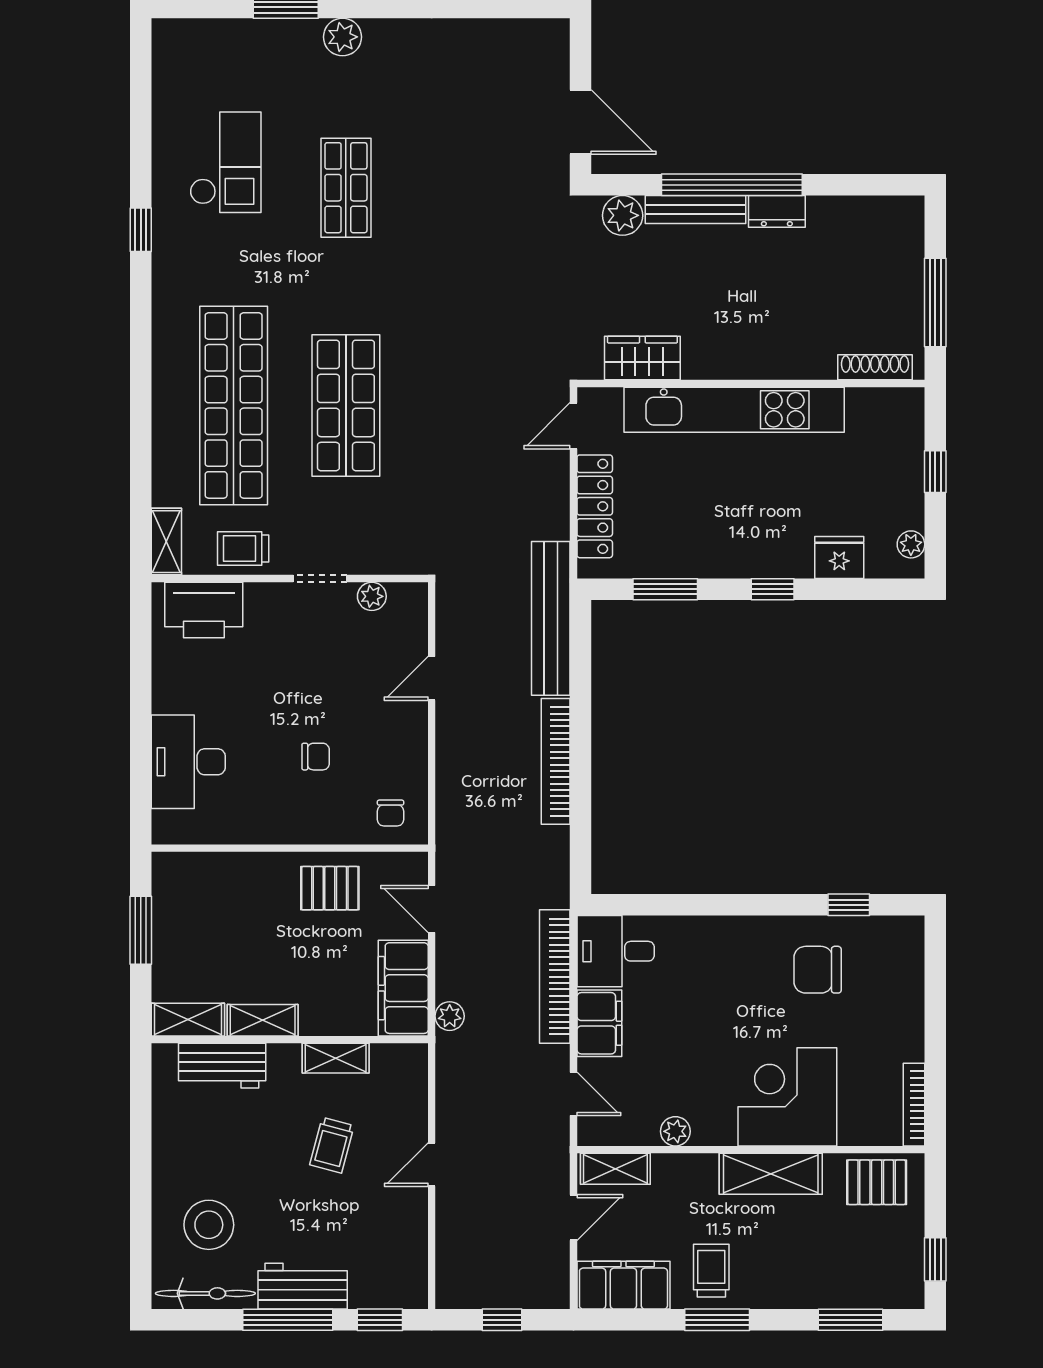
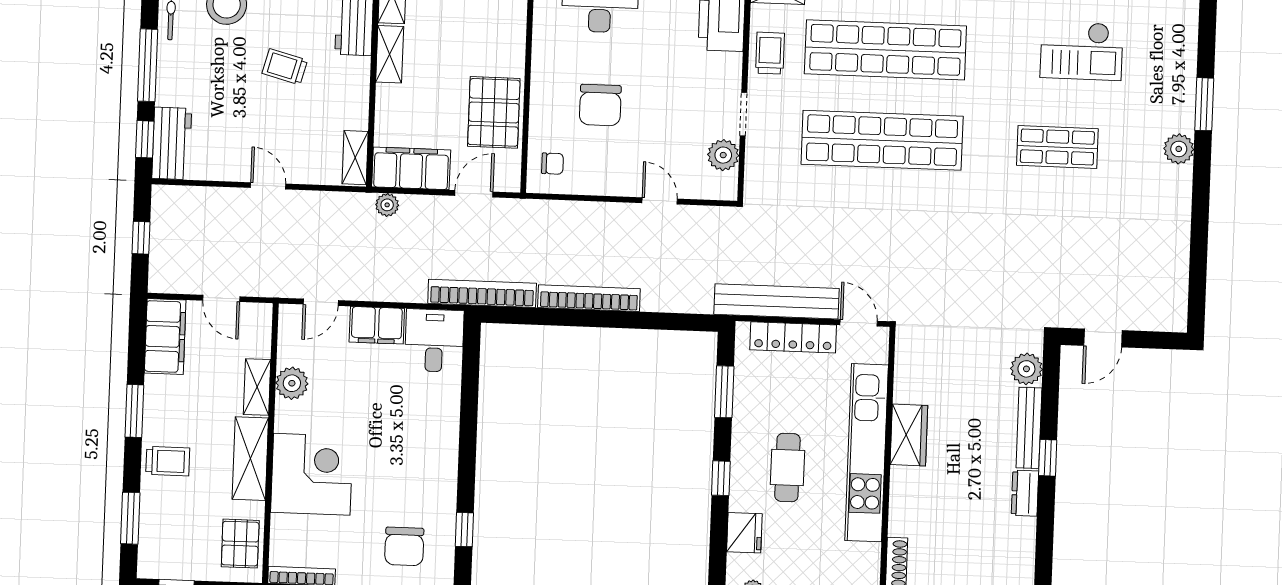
door: (581, 122) -> (1103, 338), width x0.73
window: (732, 185) -> (1048, 458), width x0.32
wardrobe: (642, 358) -> (909, 435), moved
shop shelf: (346, 405) -> (882, 140), width x1.40
cafe table: (756, 507) -> (787, 468), added
plant: (372, 596) -> (723, 155), width x1.38, depth x1.38
bench: (551, 618) -> (776, 301), moved
chair: (316, 757) -> (600, 105), width x1.87, depth x1.87
chair: (390, 813) -> (552, 164), turned 180
pallet: (330, 888) -> (494, 112), width x1.50, depth x1.42
chair: (818, 970) -> (404, 546), moved, turned 180
bookcase: (555, 977) -> (482, 293), moved
shelving: (336, 1058) -> (355, 158), moved
plant: (675, 1131) -> (292, 383), width x1.38, depth x1.38
trolley: (332, 1145) -> (285, 67), moved
shelving: (615, 1169) -> (257, 387), moved
trolley: (711, 1271) -> (168, 461), moved
workbench: (303, 1286) -> (172, 143), moved

